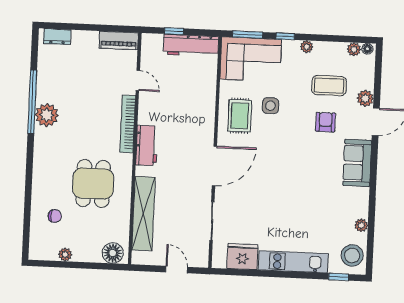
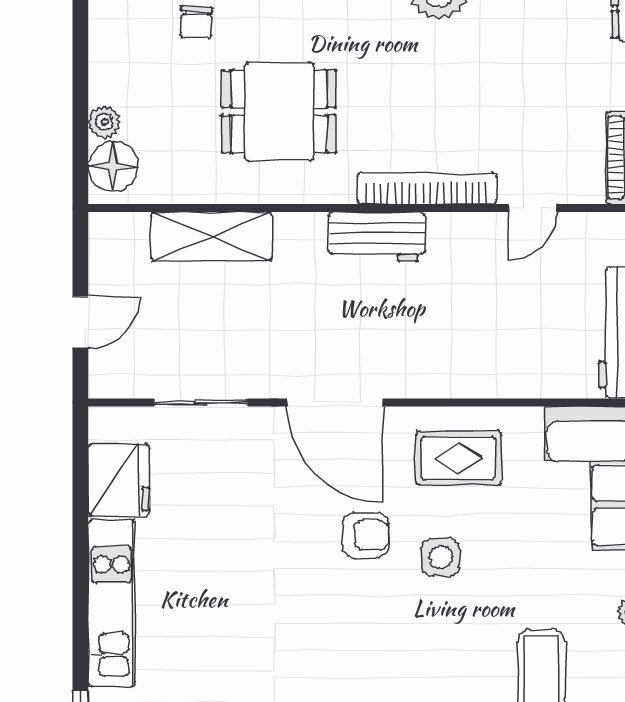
side table: (270, 106) -> (441, 557), moved
armchair: (325, 122) -> (366, 535), moved
shelving: (143, 214) -> (212, 236), width x0.68
plant: (65, 255) -> (104, 122), moved

